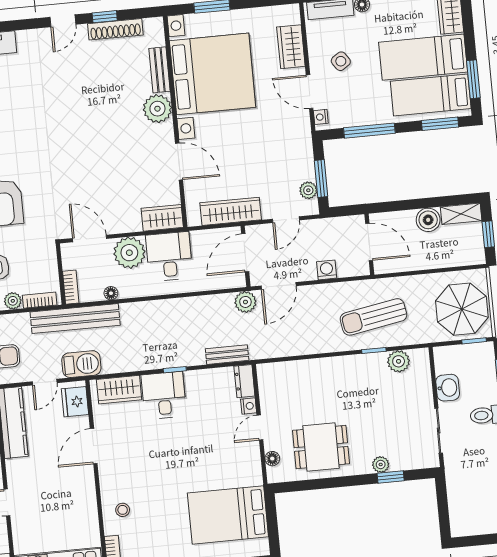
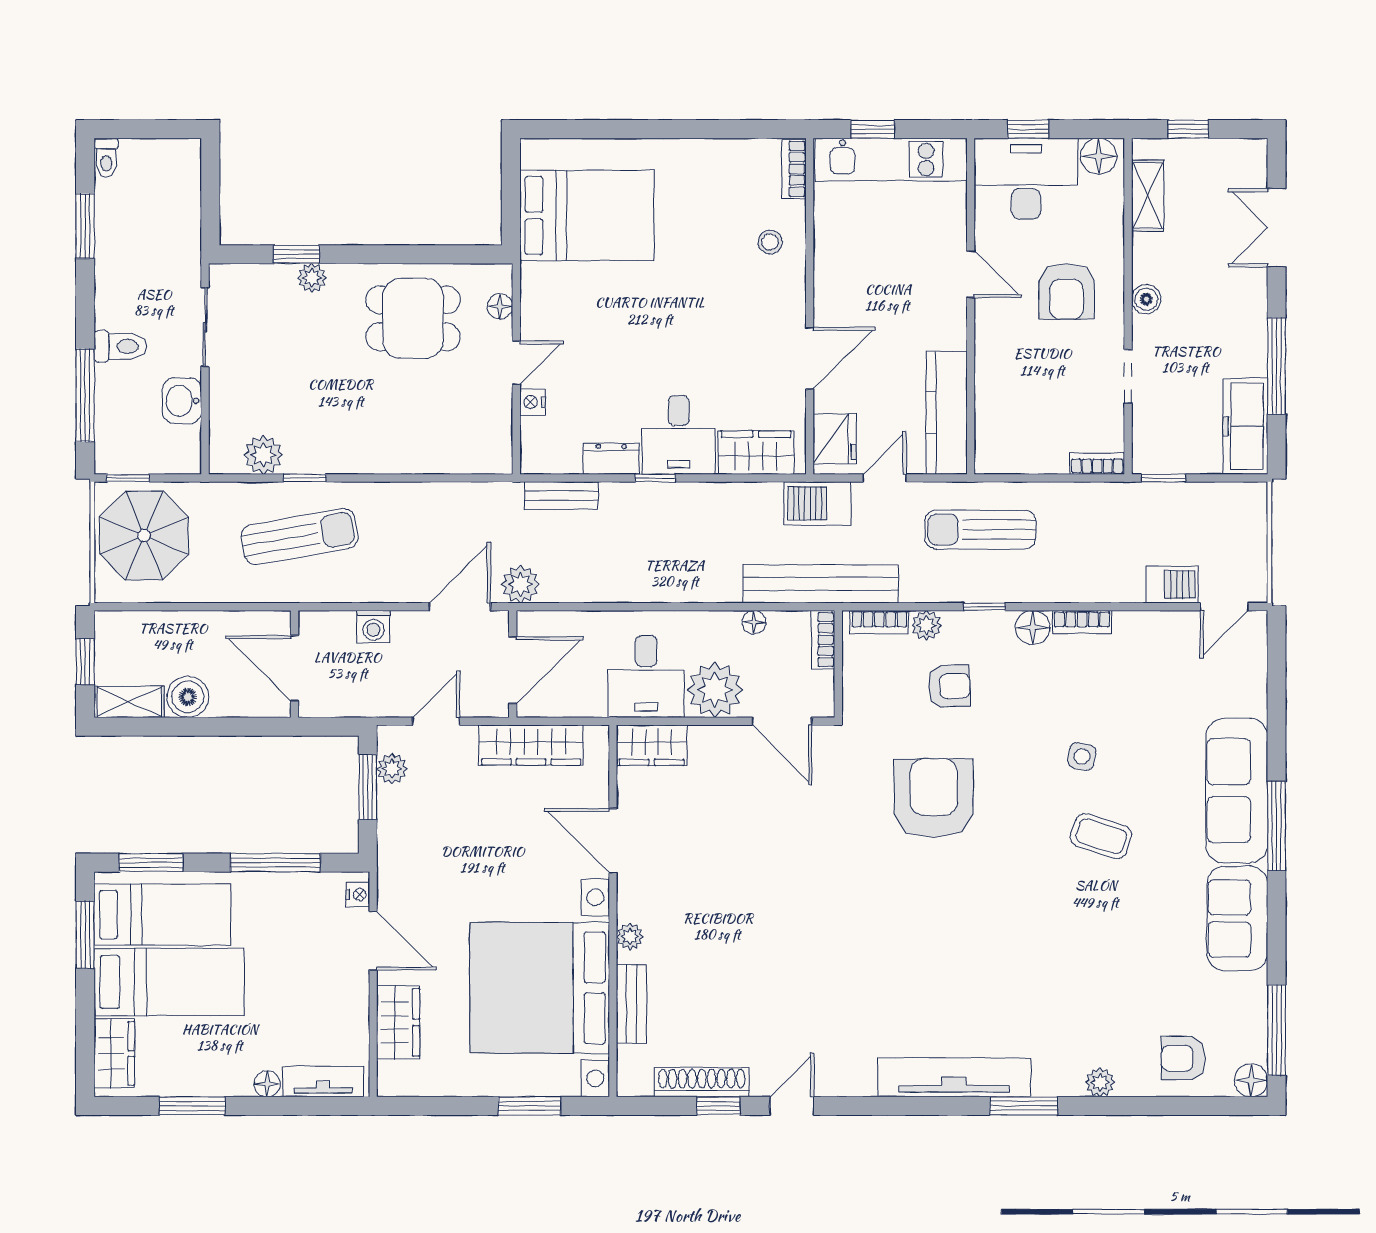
side table: (341, 61) -> (314, 989), removed
plant: (157, 109) -> (630, 936), width x0.53, depth x0.53
dresser: (244, 381) -> (611, 459), moved, turned -90

